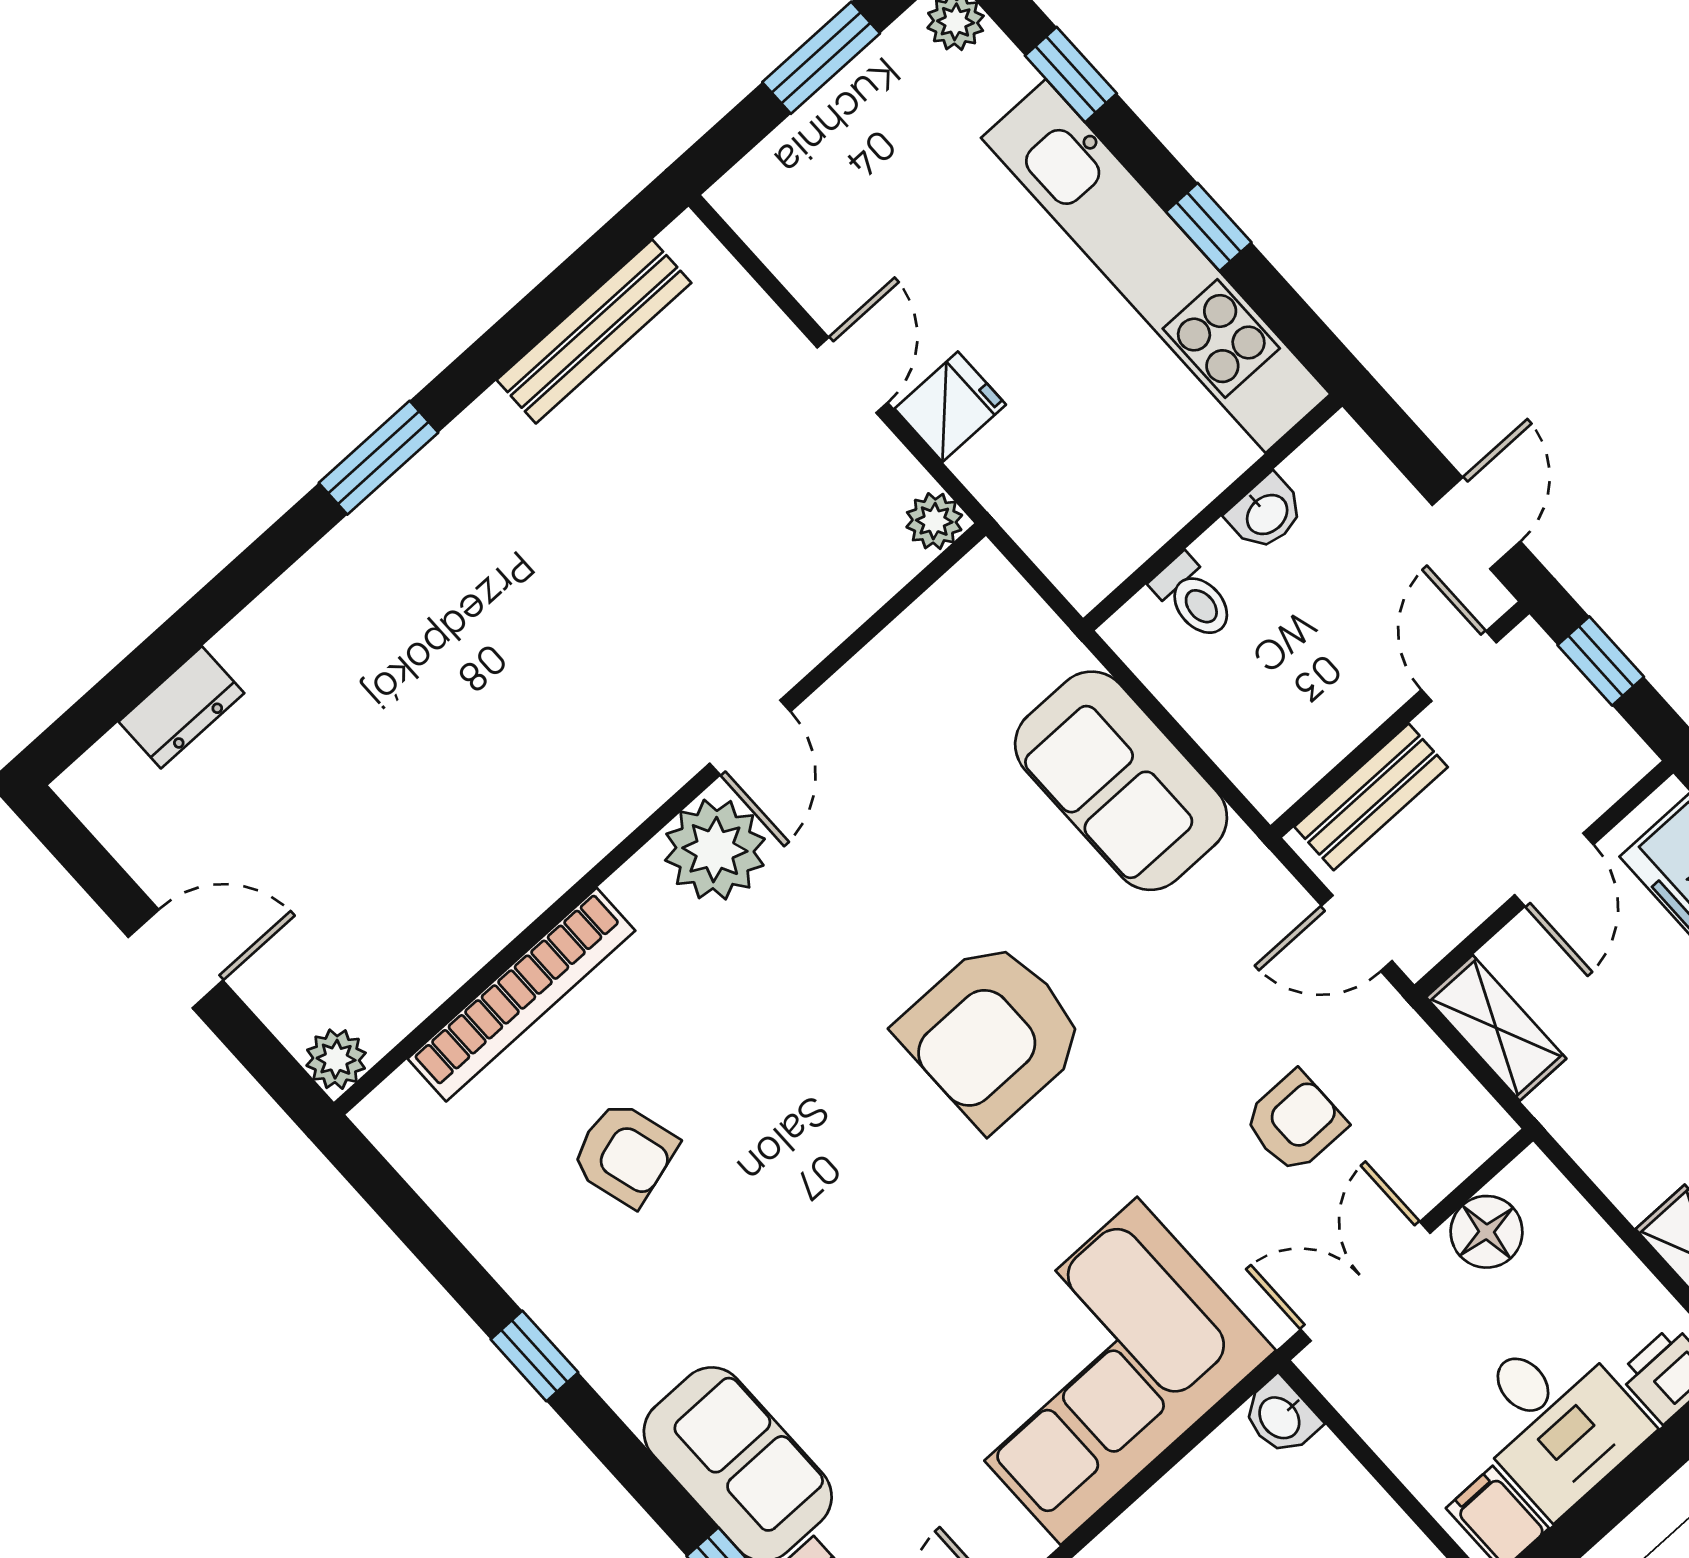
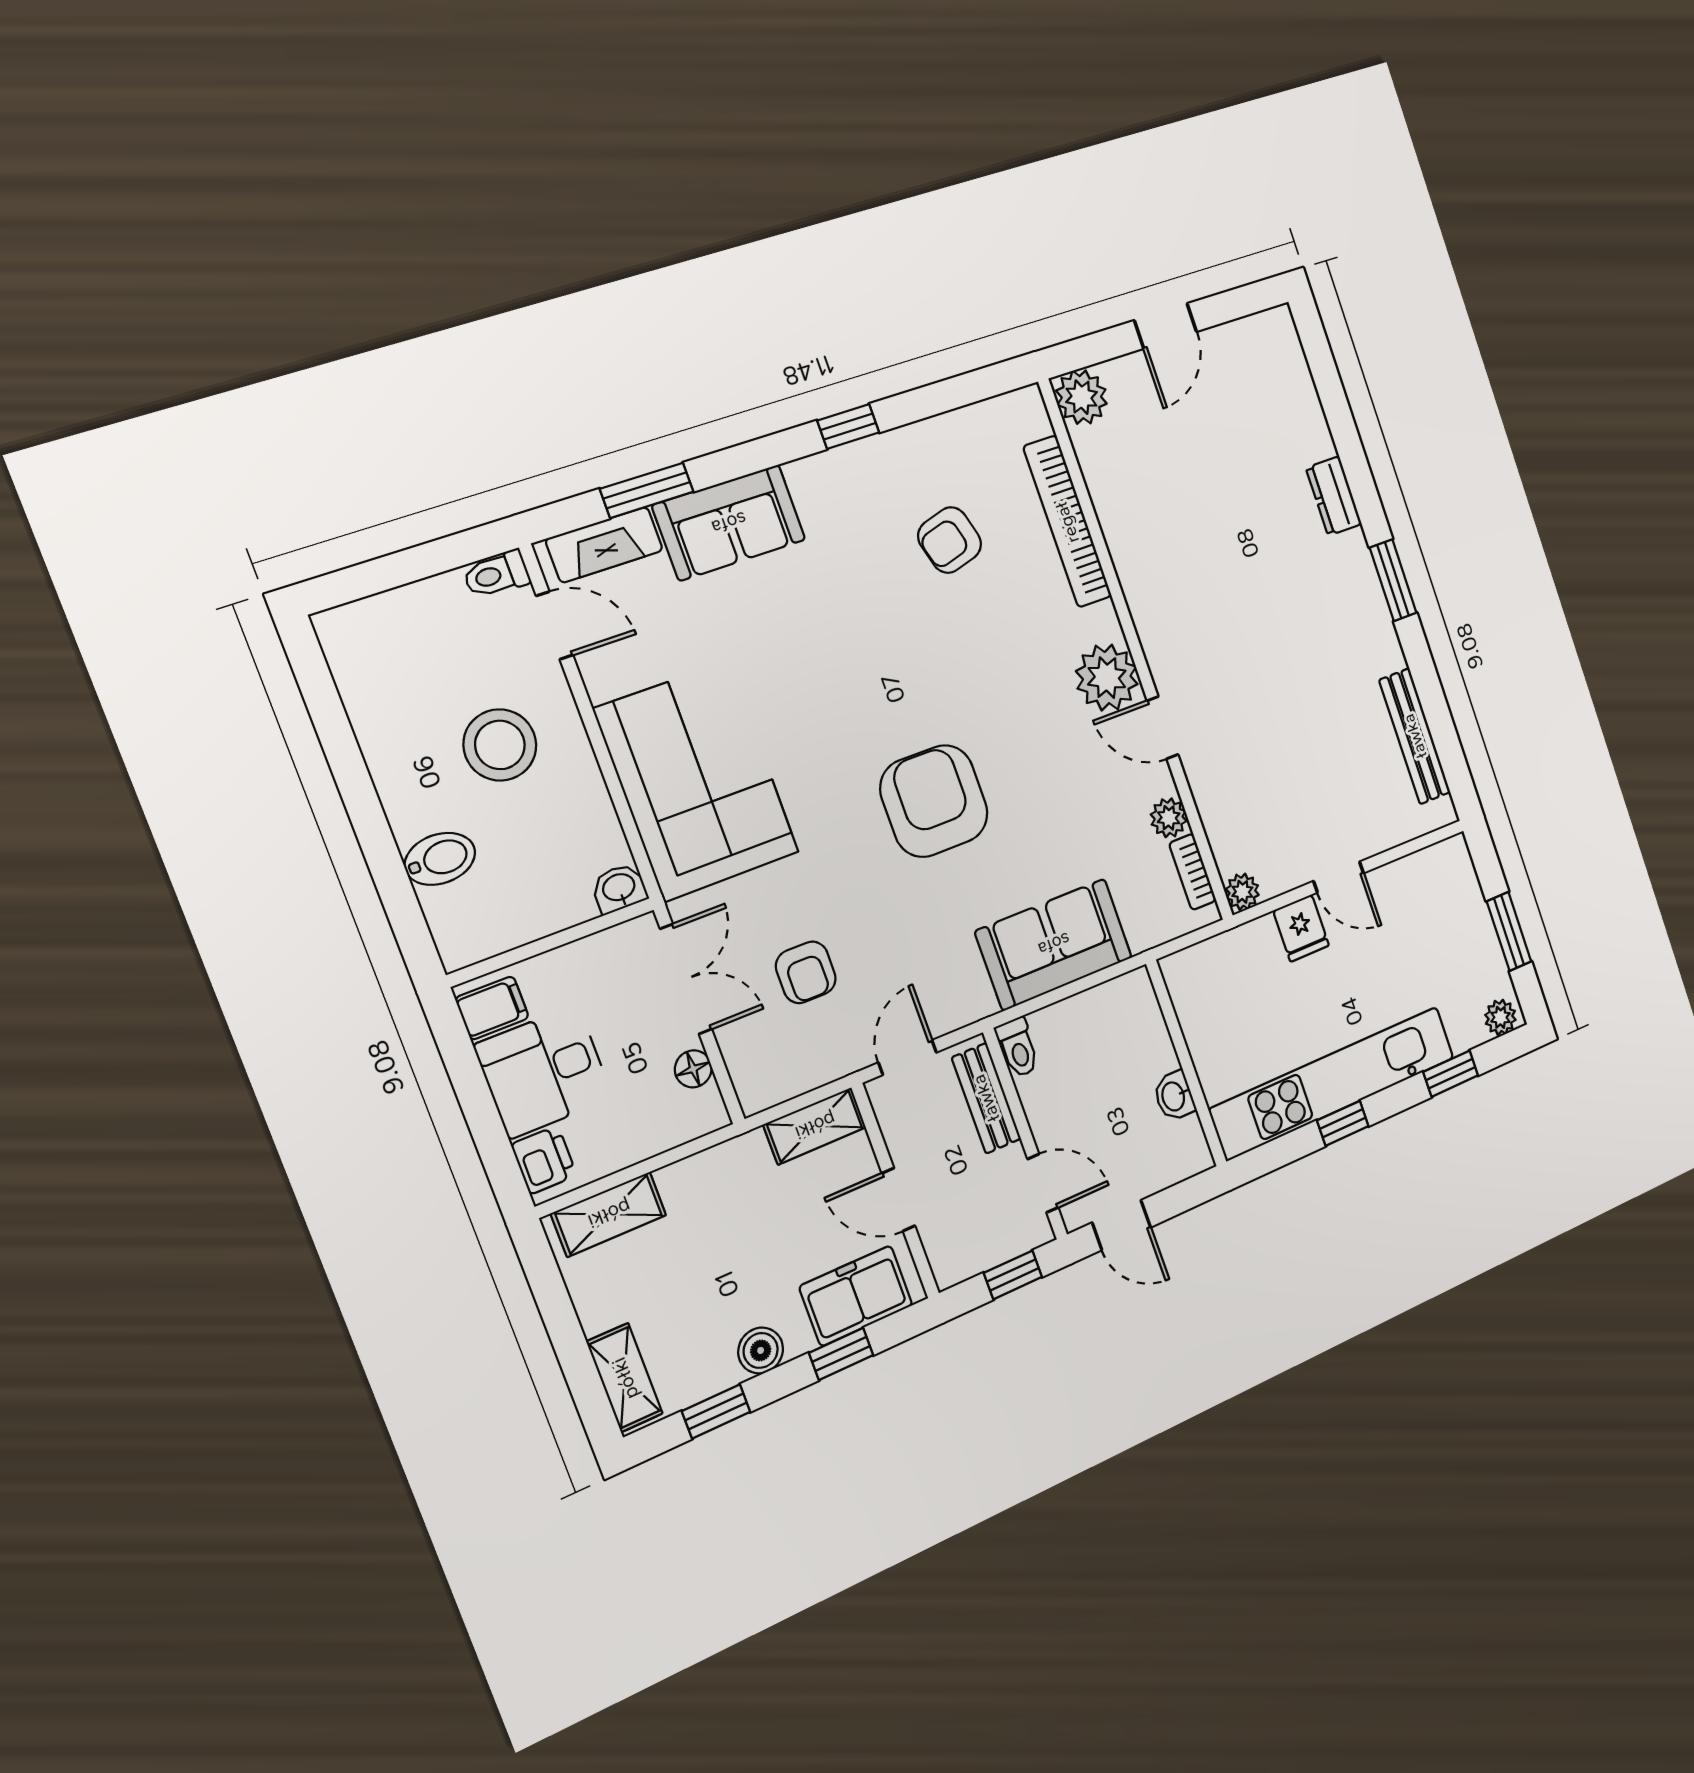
toilet: (1193, 598) -> (1018, 1047), moved, turned -90
bookcase: (937, 610) -> (1193, 872), added
plant: (874, 678) -> (1169, 818), added
dresser: (181, 707) -> (1334, 496), moved
plant: (336, 1059) -> (1081, 397), width x1.38, depth x1.38
floor lamp: (1487, 1232) -> (693, 1069), width x0.73, depth x0.73

